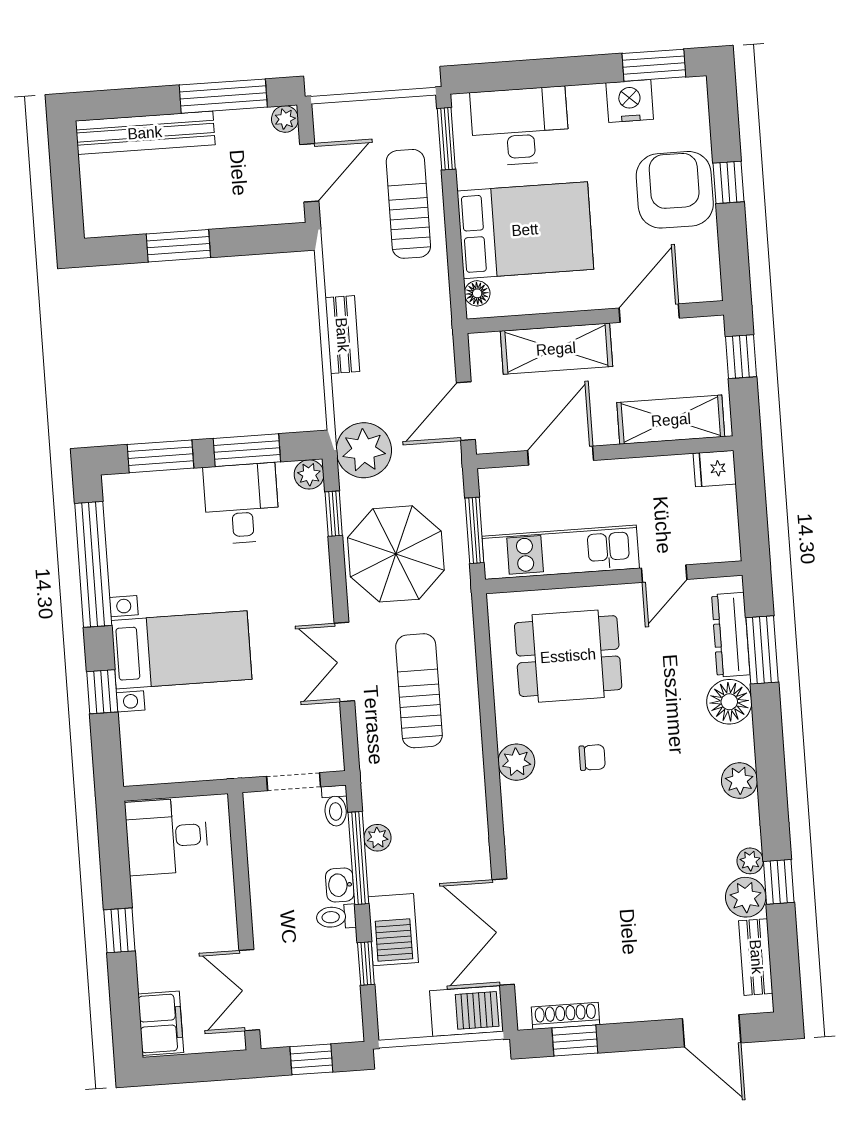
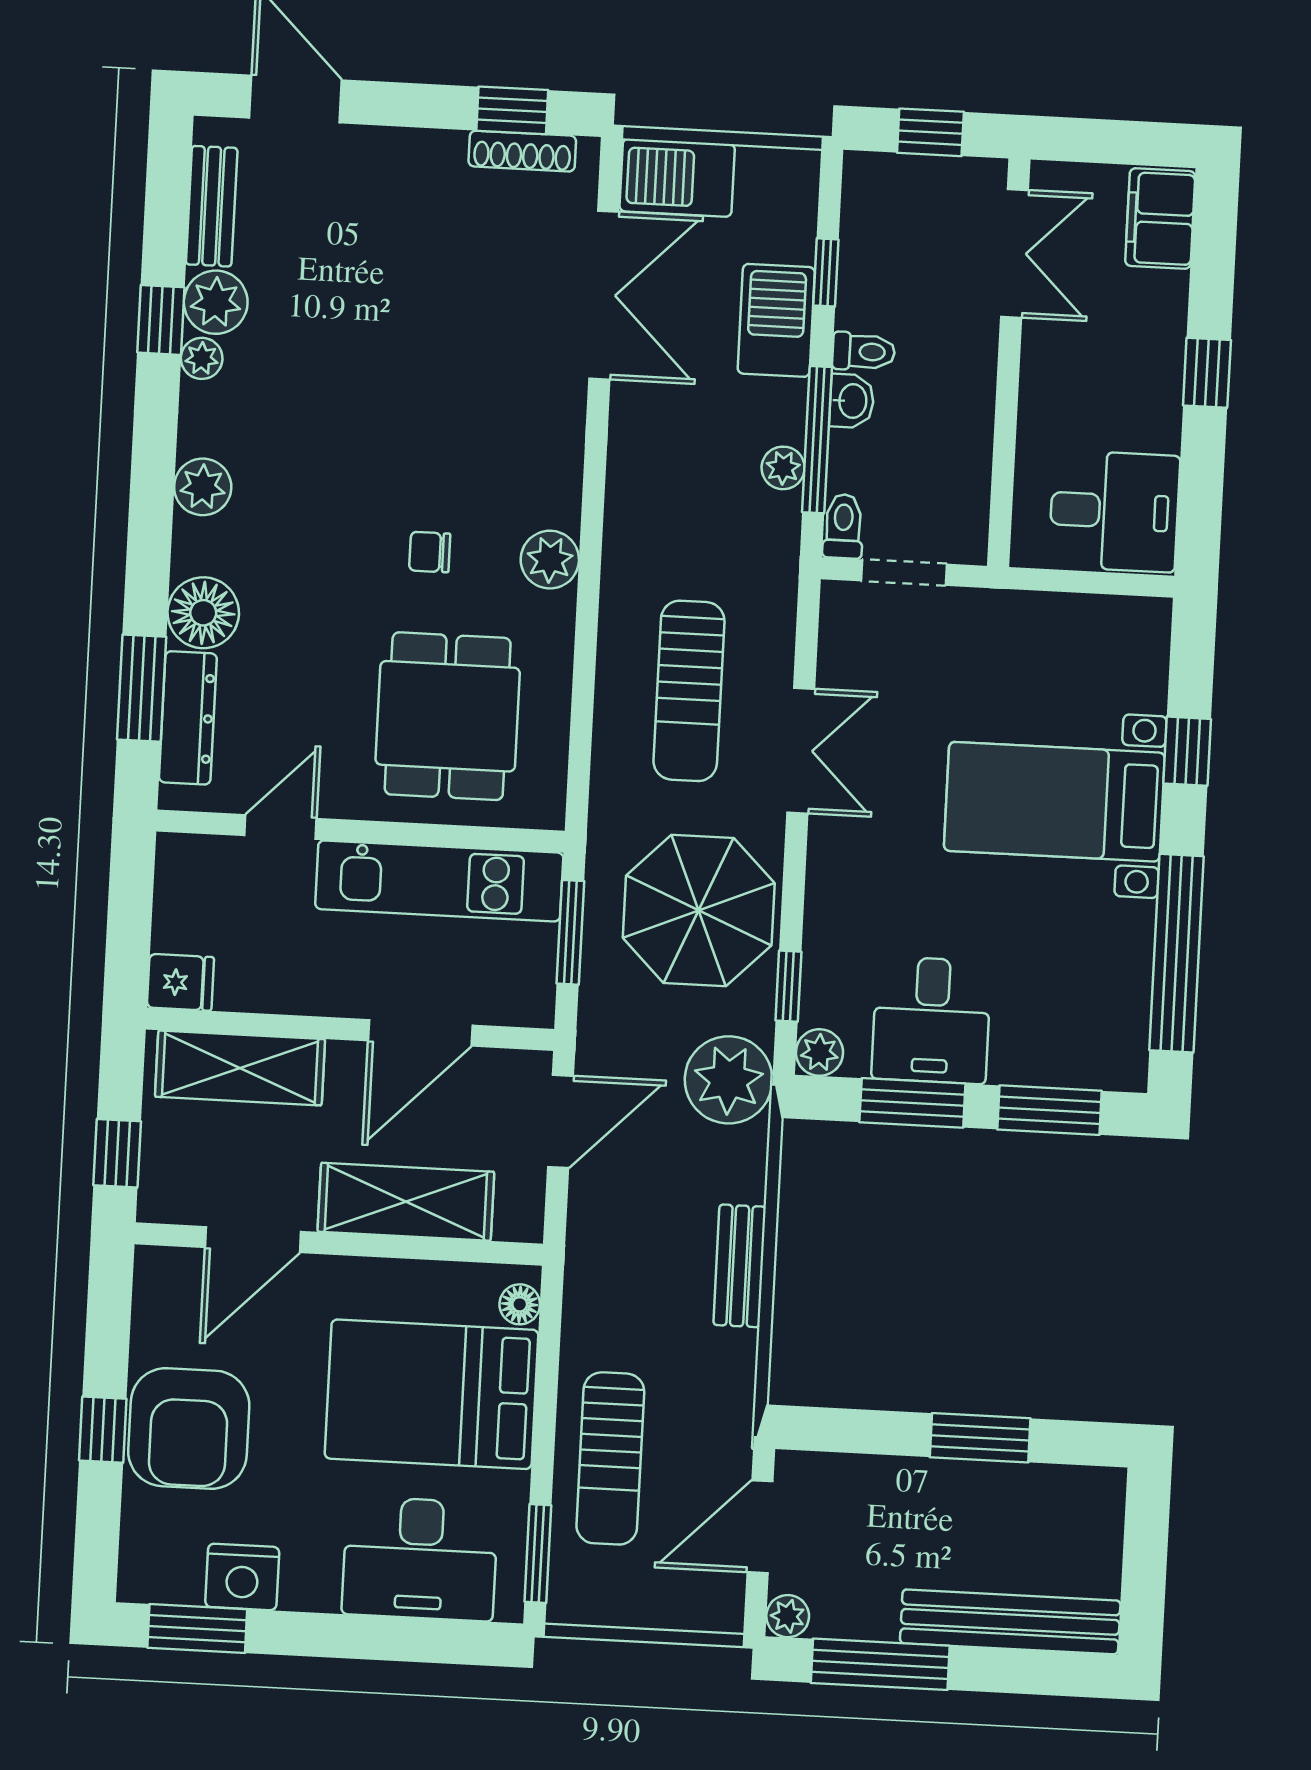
dining table: (568, 656) -> (448, 716), turned 90

